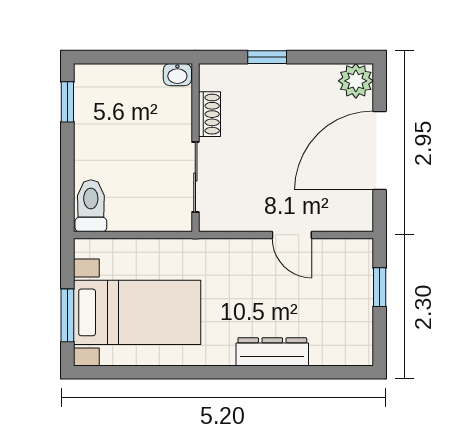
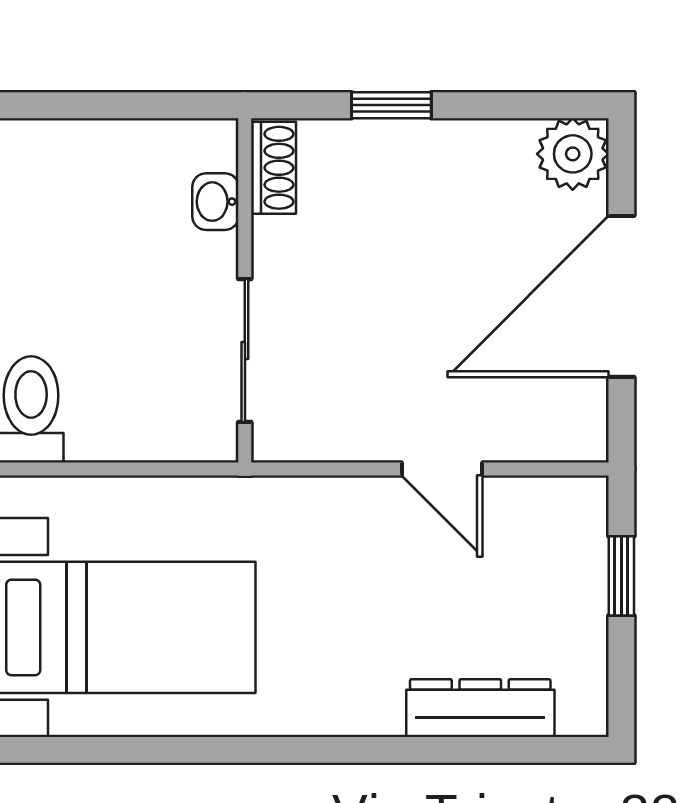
washbasin: (177, 75) -> (215, 202), moved, turned 90
shoe rack: (209, 114) -> (274, 168), moved
dresser: (272, 352) -> (480, 708), moved

